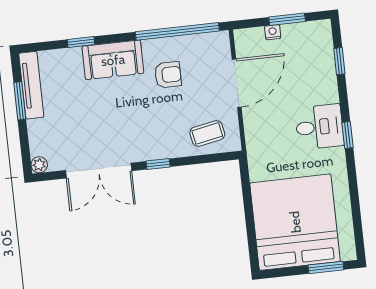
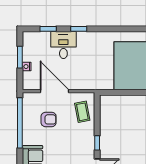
armchair: (168, 75) -> (49, 119), moved, turned 90
desk: (319, 127) -> (63, 45), moved
window: (348, 135) -> (79, 29), moved

